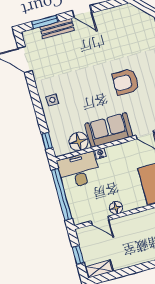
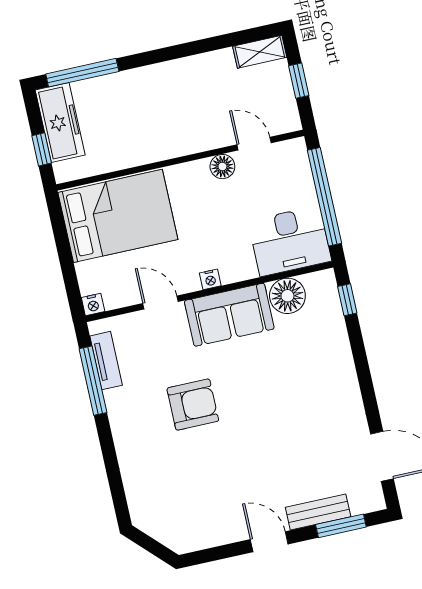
side table: (52, 100) -> (334, 377), removed
nightstand: (100, 153) -> (210, 279), moved

